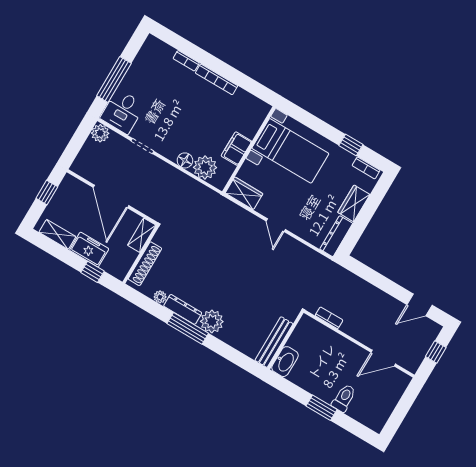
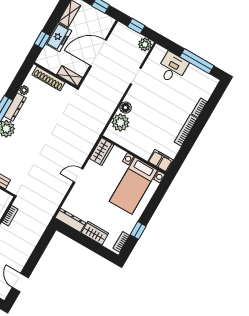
window: (114, 80) -> (197, 61), moved
desk: (123, 112) -> (172, 68), moved, turned 90
window: (75, 145) -> (136, 26), added
filing cabinet: (236, 149) -> (161, 161), moved

